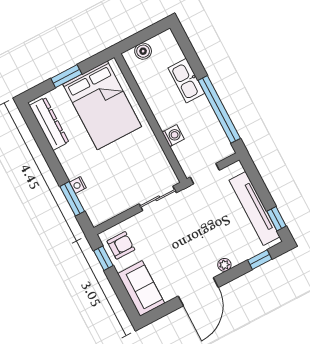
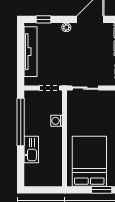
boiler: (143, 51) -> (48, 181), removed
window: (277, 219) -> (21, 39), removed

